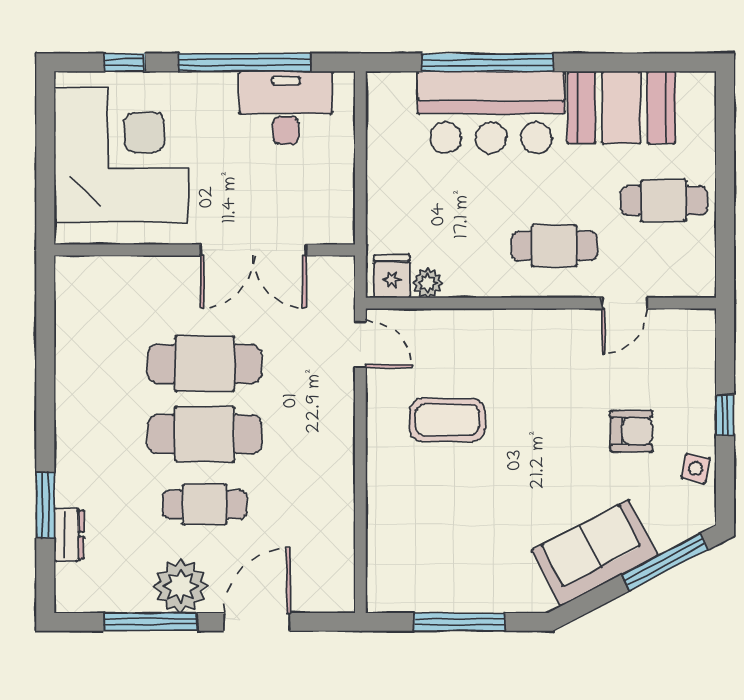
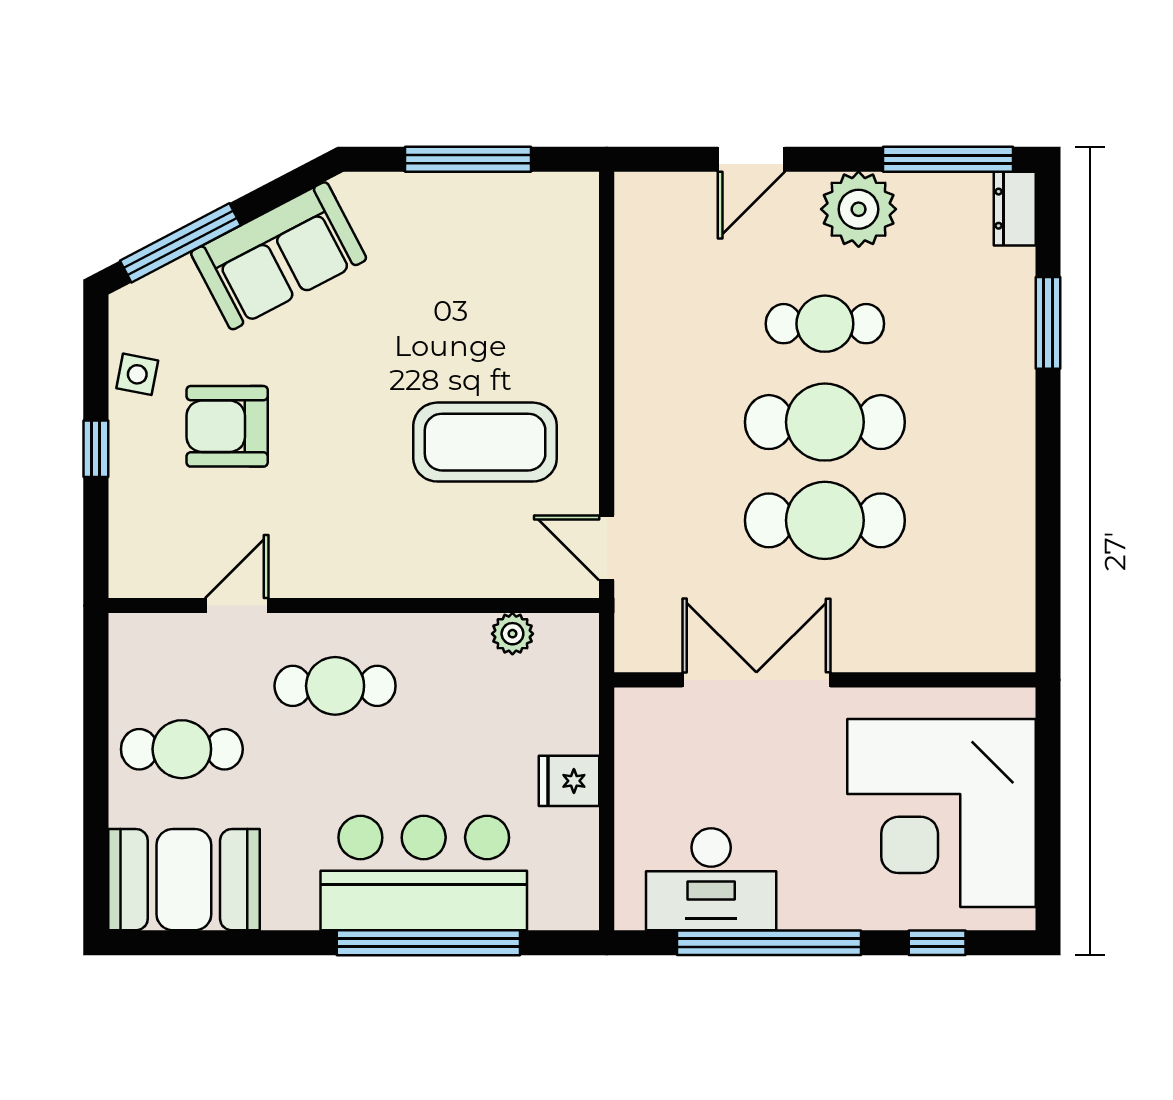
booth: (622, 107) -> (184, 880), moved
fridge: (392, 276) -> (569, 781), moved, turned 90
coffee table: (447, 420) -> (485, 442), width x1.36, depth x1.32
armchair: (631, 431) -> (227, 426), width x1.38, depth x1.38
dresser: (69, 534) -> (1015, 209), moved
window: (150, 622) -> (948, 159), moved
door: (257, 622) -> (751, 159), width x0.73

